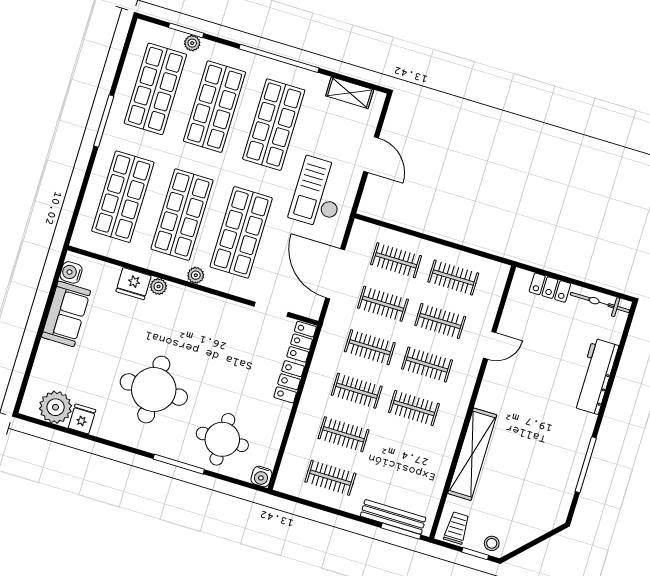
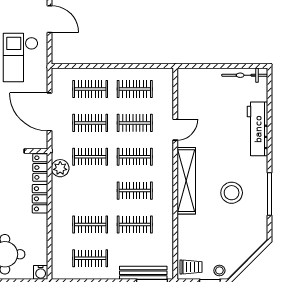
locker: (550, 288) -> (206, 75), removed
plant: (327, 350) -> (60, 168), added
clothes rail: (357, 391) -> (135, 224), moved
stool: (537, 448) -> (232, 193), added
shelving: (472, 454) -> (186, 181), moved
trolley: (457, 528) -> (191, 267), turned 90

